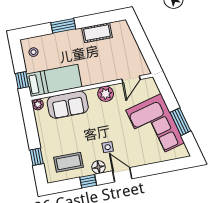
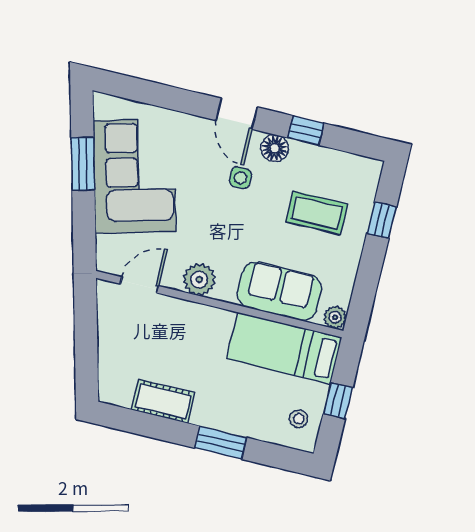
window: (22, 80) -> (338, 401), moved
coffee table: (68, 162) -> (317, 213), moved

